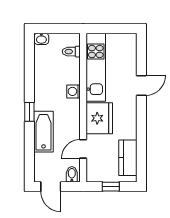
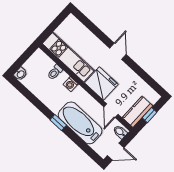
toilet: (71, 52) -> (55, 72), moved
door: (141, 86) -> (118, 51), moved
bathtub: (44, 132) -> (80, 123), width x1.36, depth x1.36
kitchen counter: (128, 158) -> (137, 112), moved, turned 90

